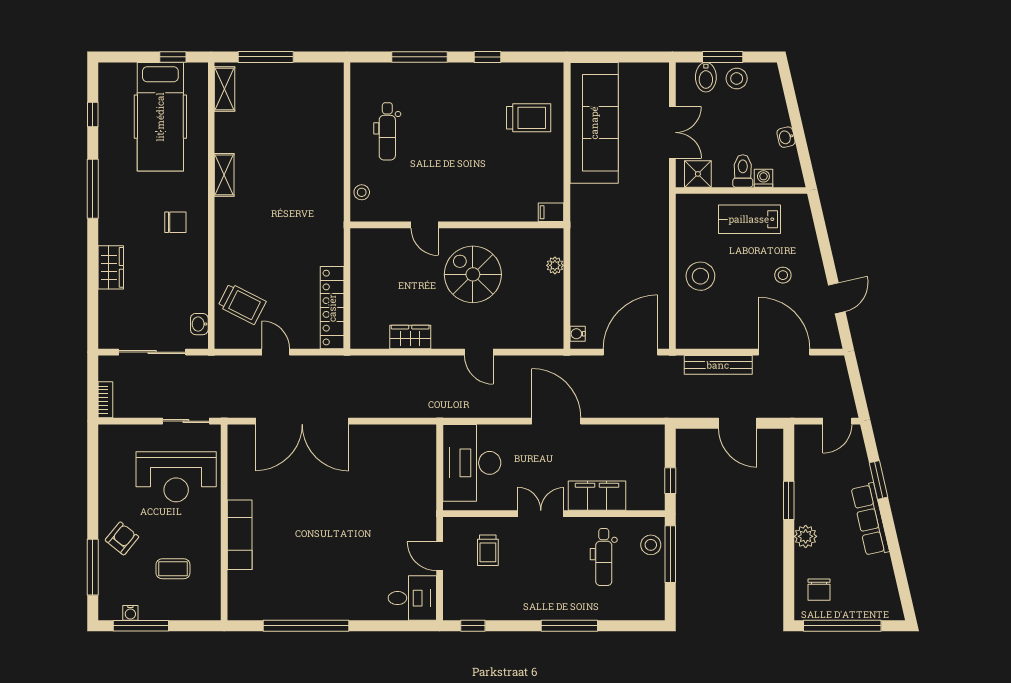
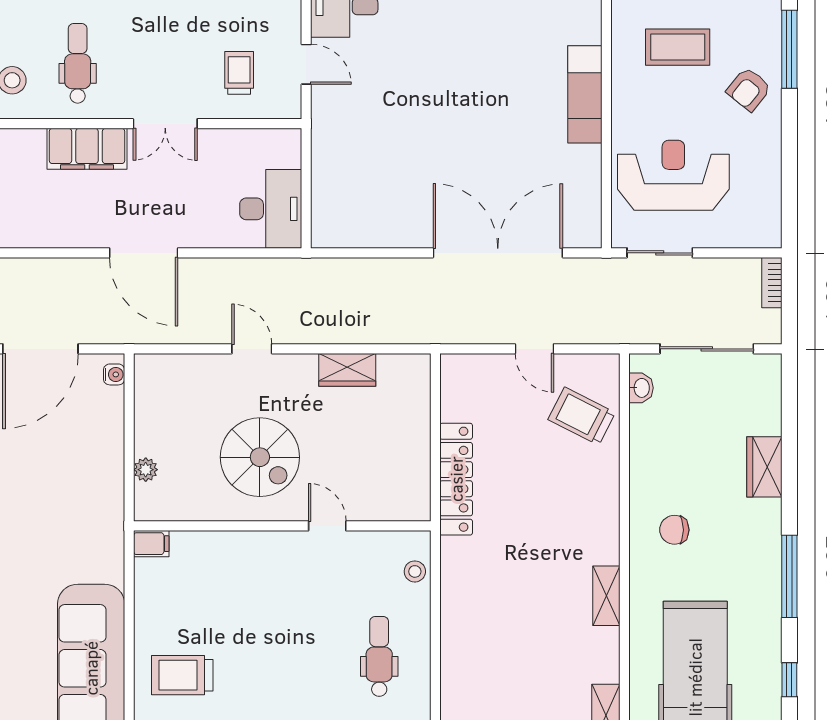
locker: (332, 308) -> (456, 479), moved
desk: (472, 463) -> (271, 209), width x0.73, depth x0.77
coffee table: (173, 569) -> (678, 47), width x1.36, depth x1.30

